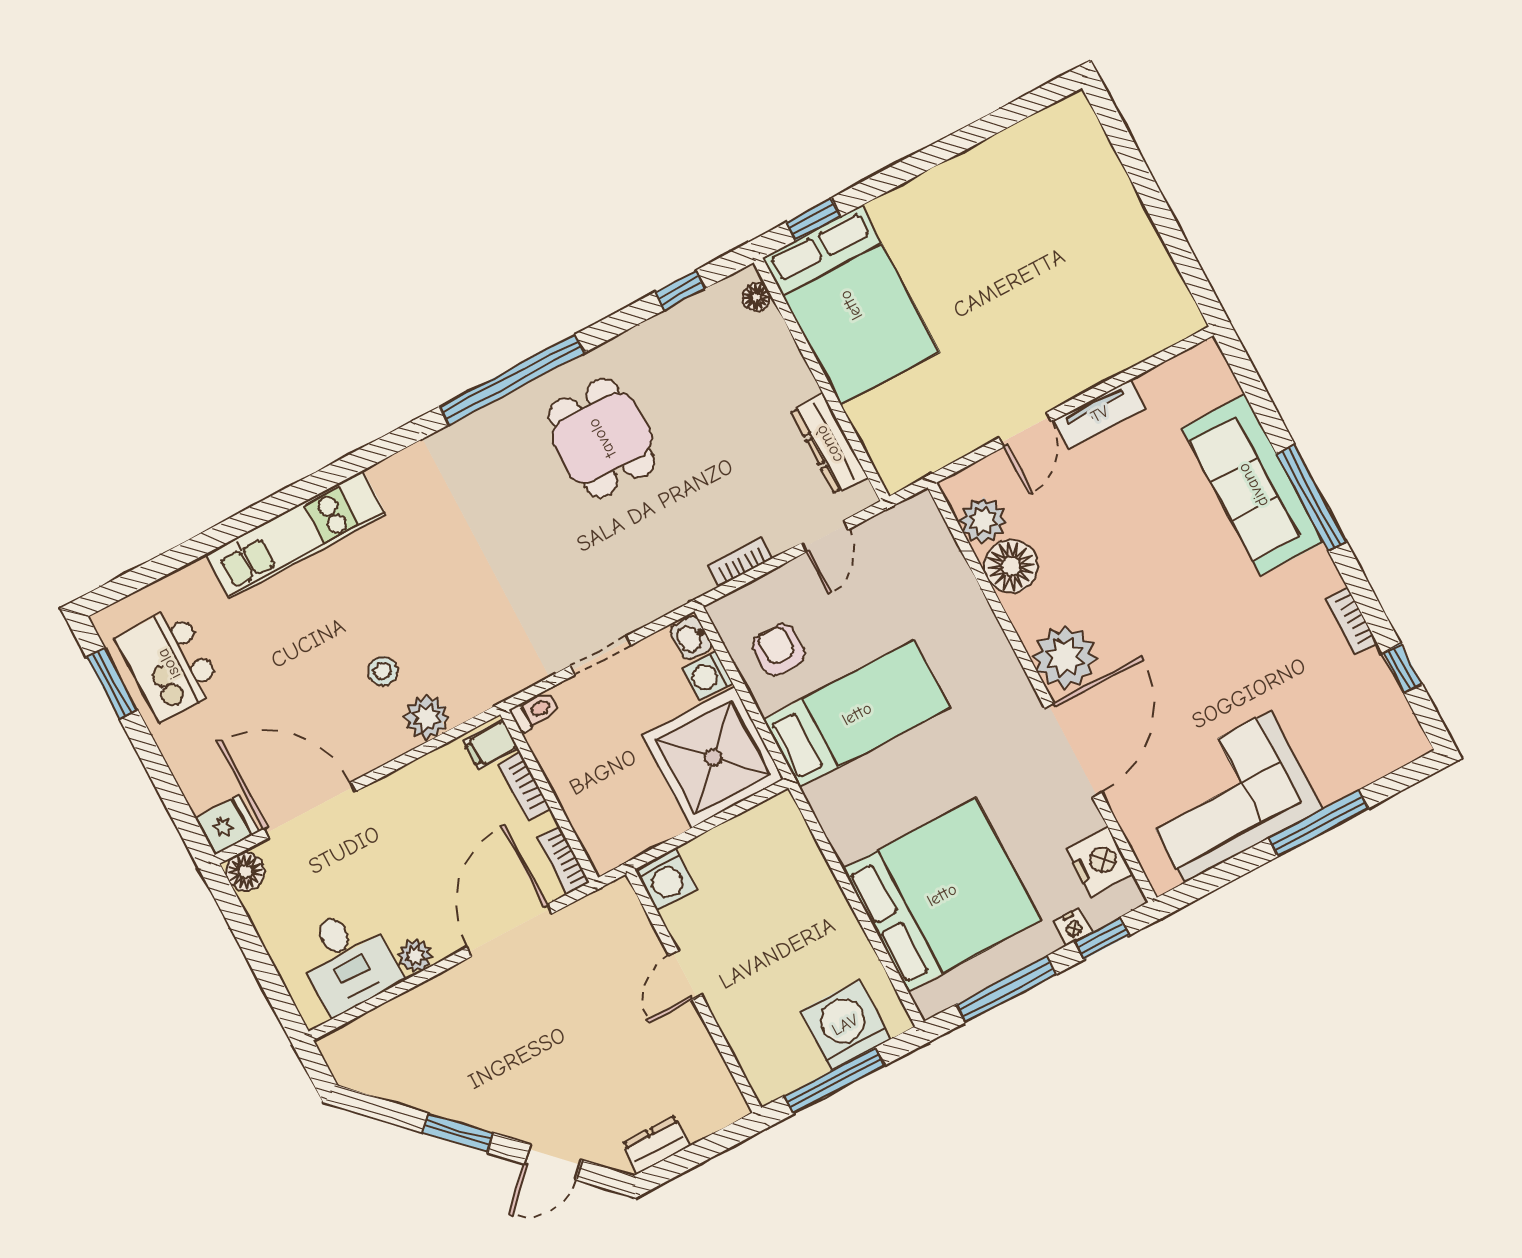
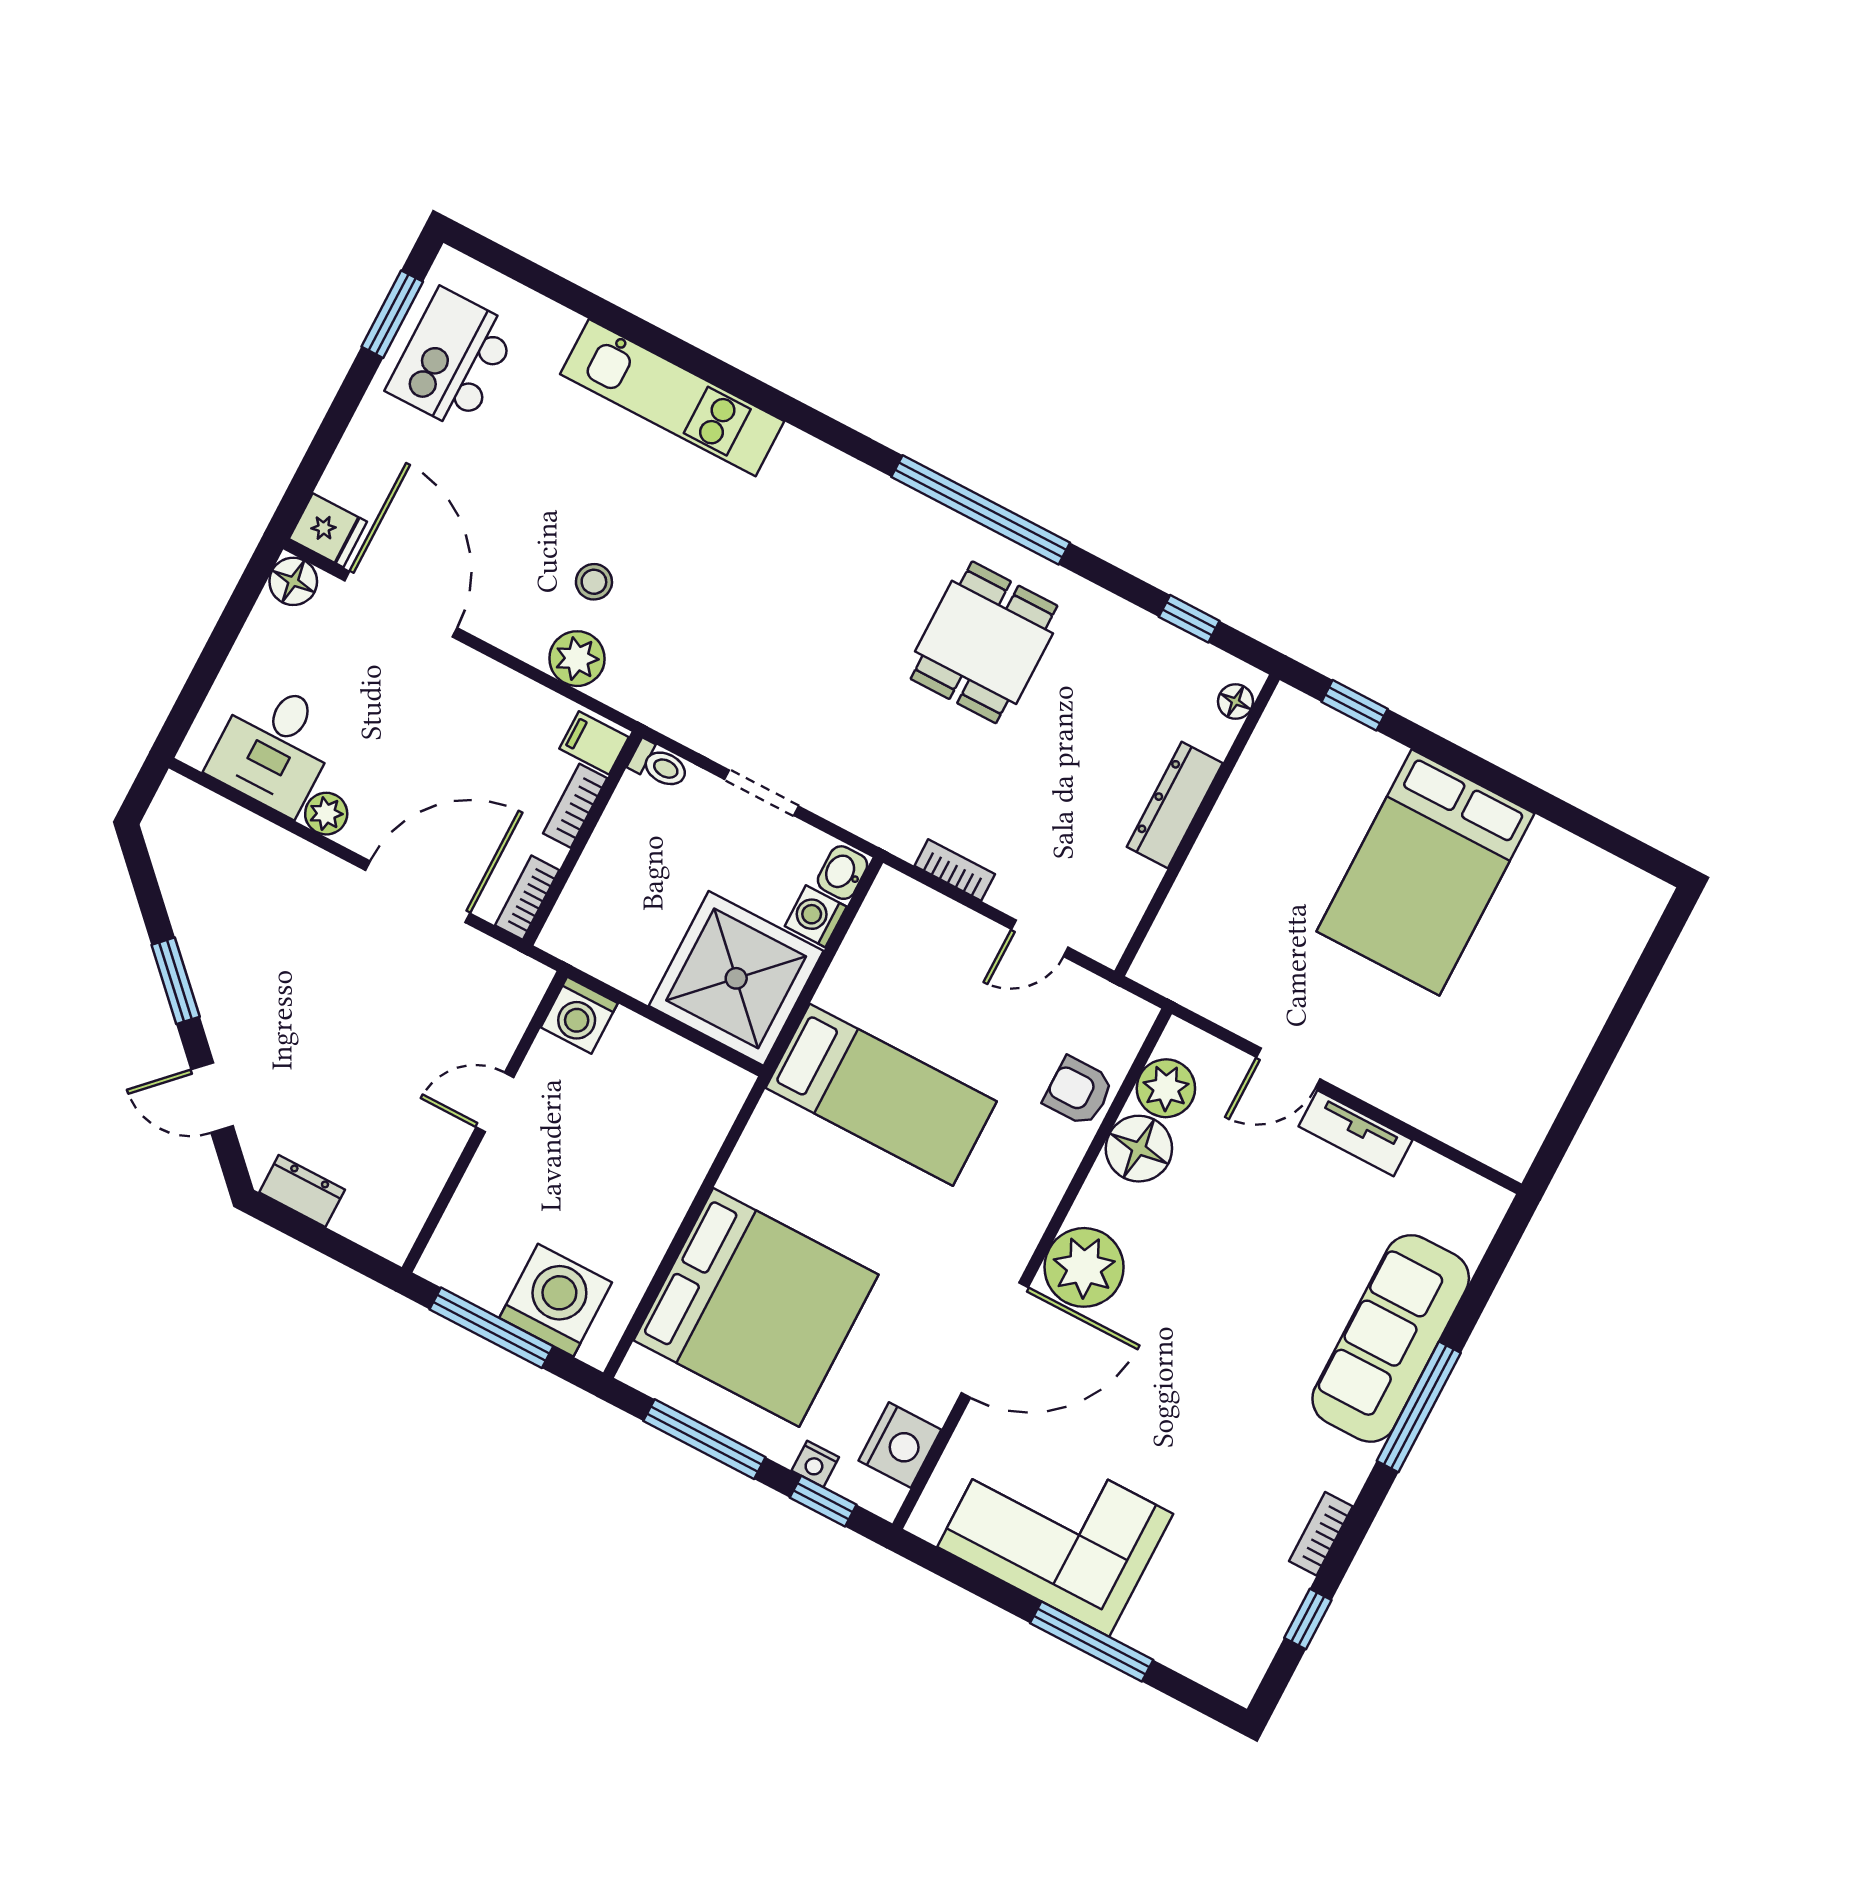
bed: (851, 305) -> (1426, 872), moved
dresser: (829, 444) -> (1175, 805), moved
armchair: (779, 650) -> (1078, 1091), moved, turned -90

